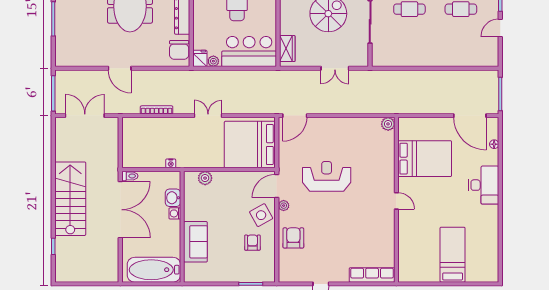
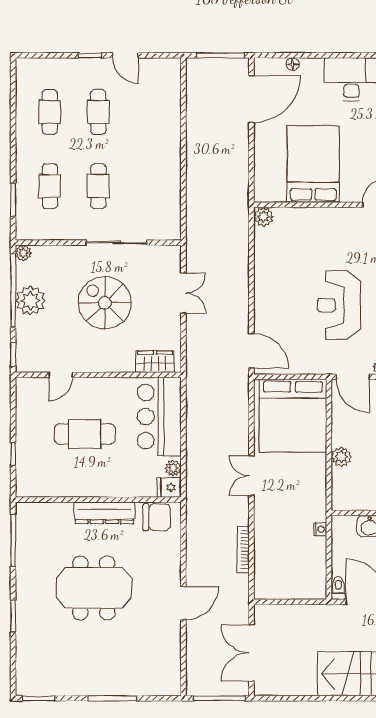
plant: (205, 178) -> (341, 457), moved

